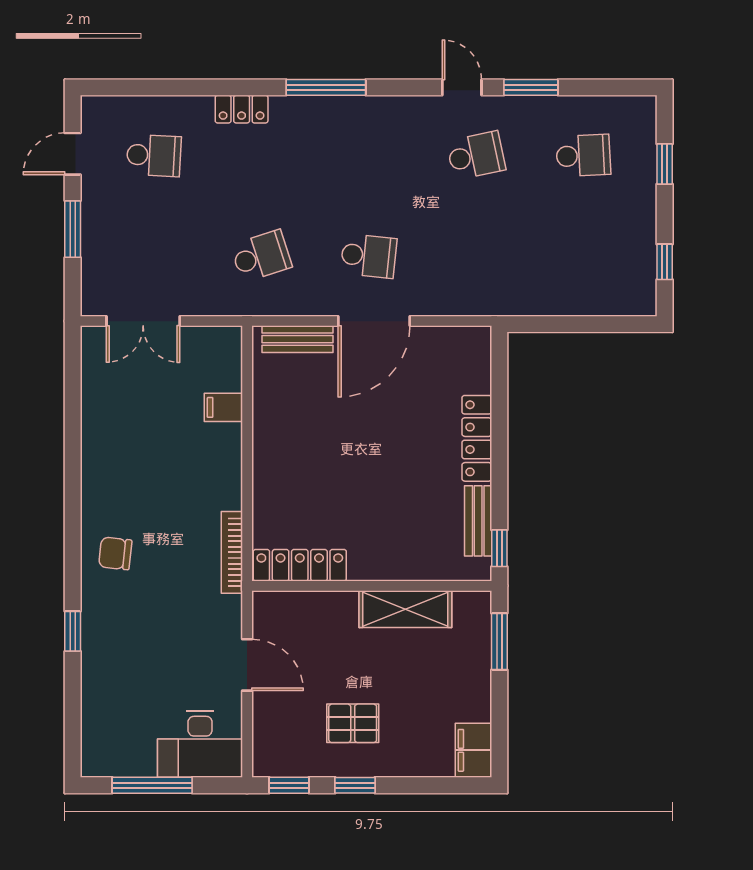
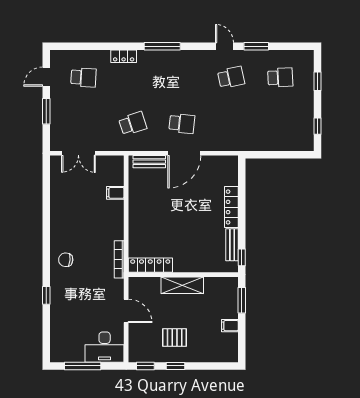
shelving: (405, 609) -> (182, 285), moved
filing cabinet: (474, 750) -> (230, 326), moved, width x0.50

